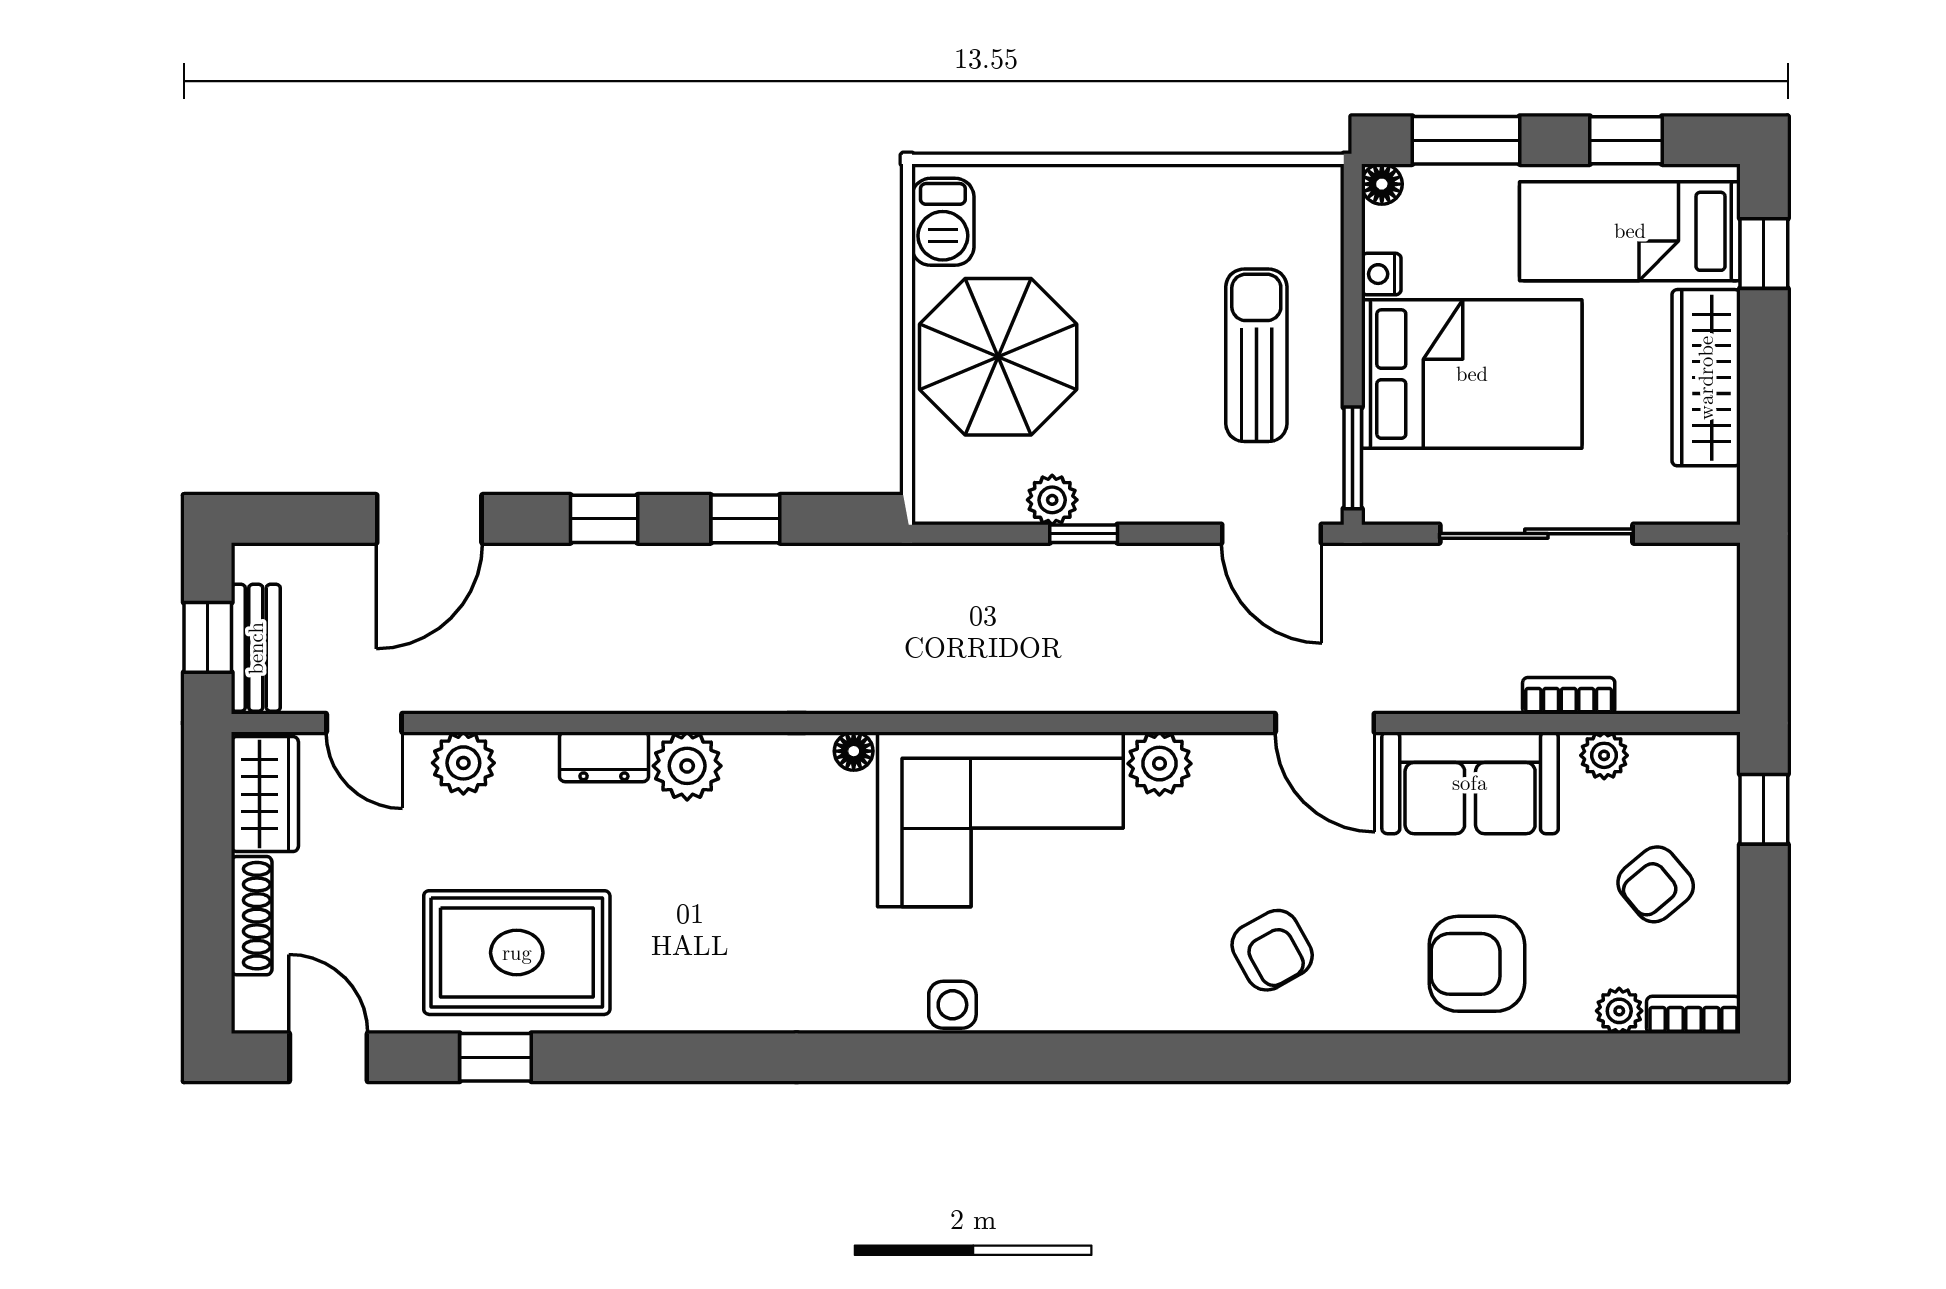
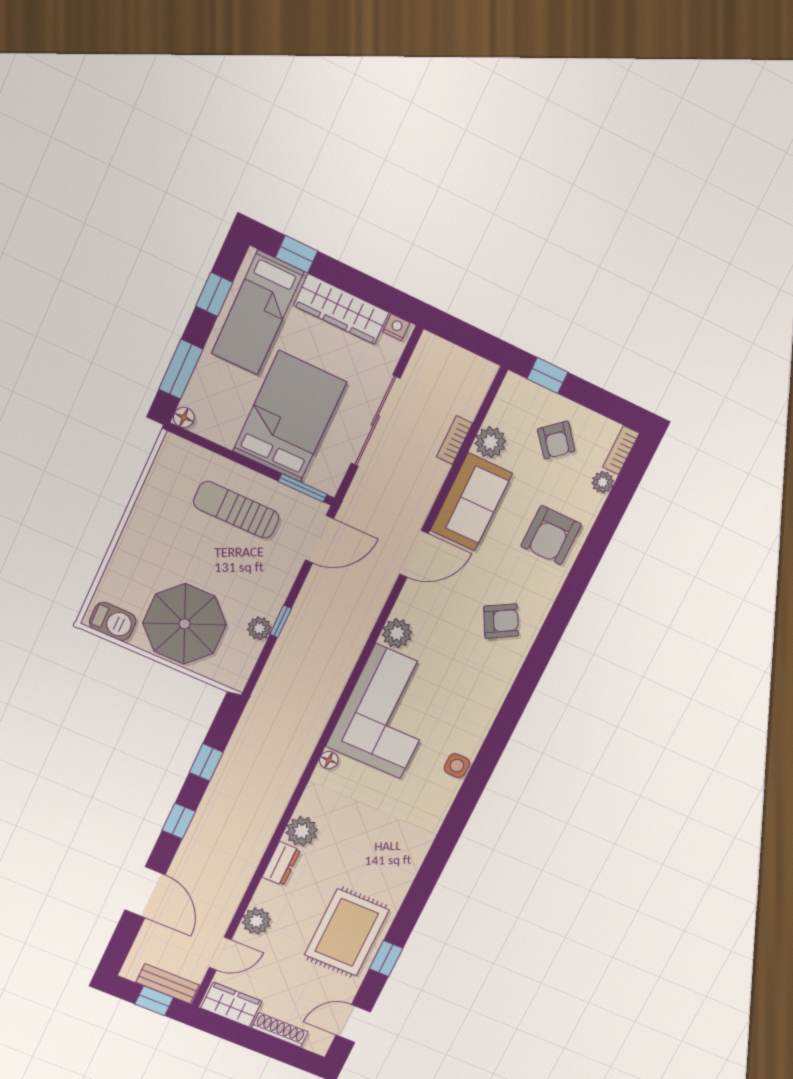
nightstand: (1381, 274) -> (396, 327), moved, turned 180
plant: (1604, 755) -> (490, 442), width x1.38, depth x1.38

